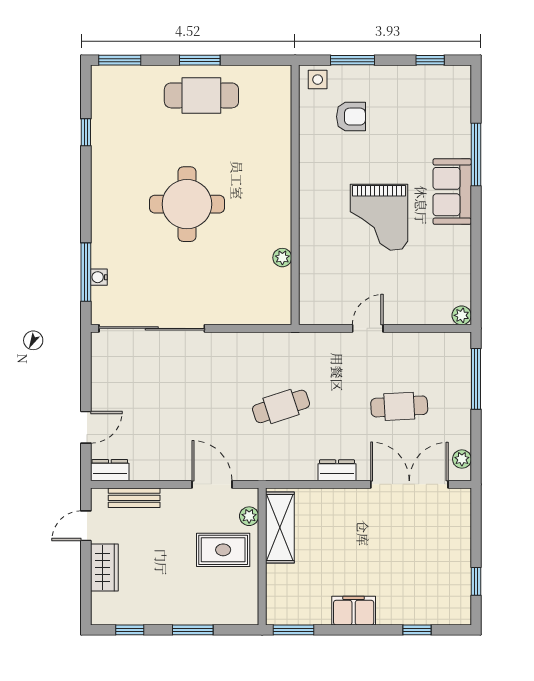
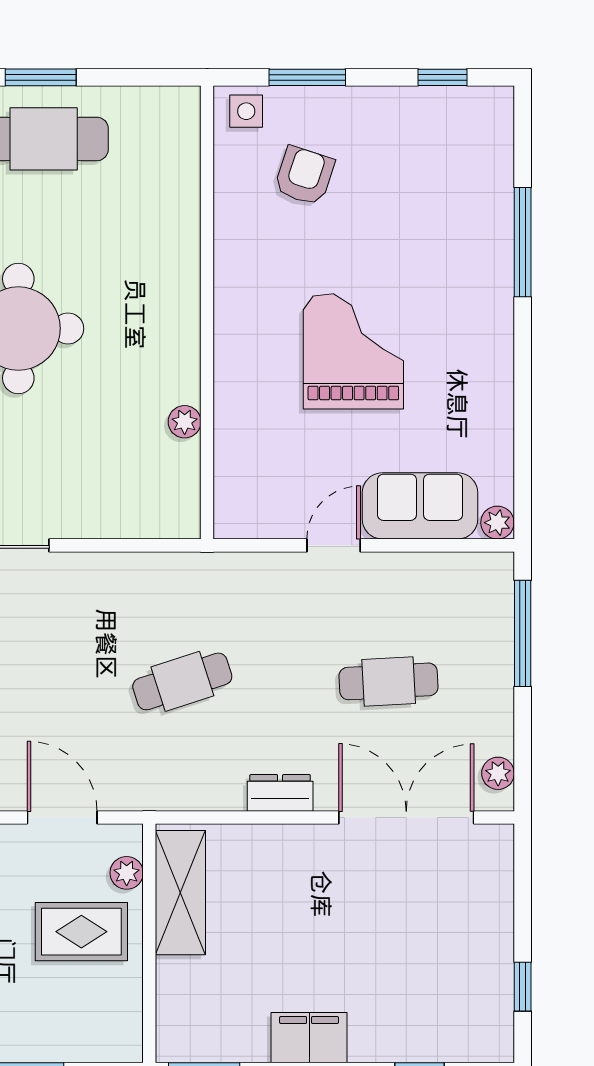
armchair: (351, 117) -> (304, 176), turned -72
sofa: (452, 192) -> (420, 506), moved, turned 90
grand piano: (379, 217) -> (353, 351), turned 180

